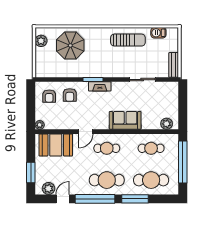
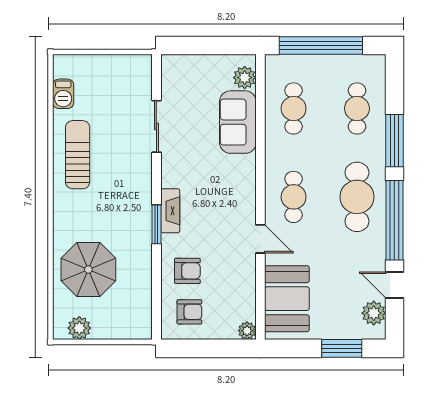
bench: (174, 65) -> (127, 64), removed
sofa: (125, 120) -> (238, 122), moved
cafe table: (151, 180) -> (357, 108), width x0.73, depth x0.74

